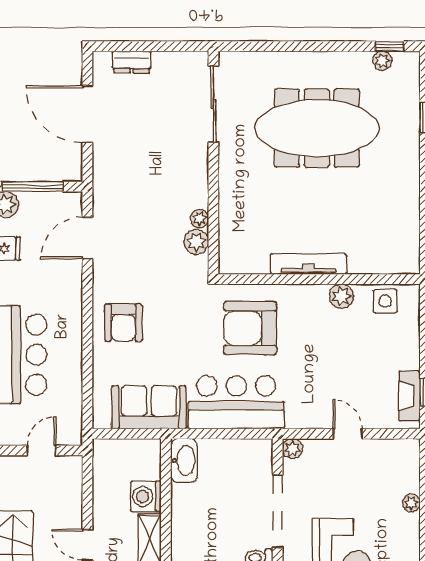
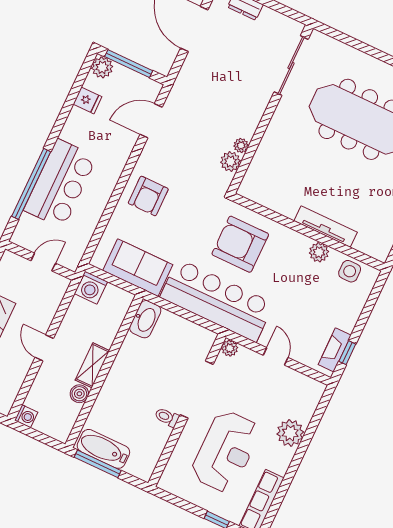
tv unit: (308, 264) -> (326, 227), moved
bar counter: (236, 402) -> (217, 300), width x1.36
washing machine: (146, 496) -> (91, 288), moved, turned -90
plant: (411, 503) -> (290, 433), width x1.88, depth x1.88

